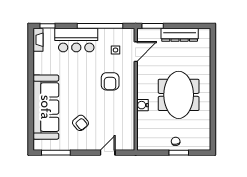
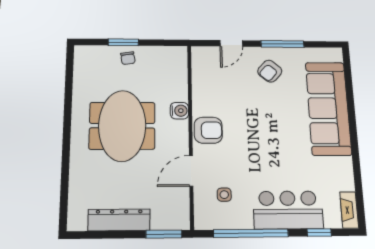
window: (47, 26) -> (319, 232), moved
door: (136, 52) -> (191, 171), moved
armchair: (110, 81) -> (208, 130), moved, turned 90
armchair: (80, 123) -> (270, 71), moved, turned -99
window: (56, 153) -> (283, 44), moved

